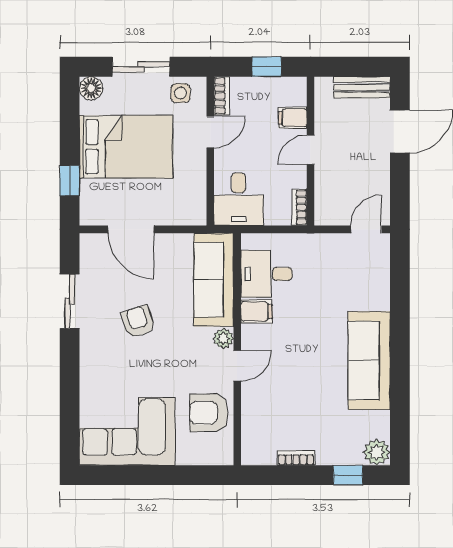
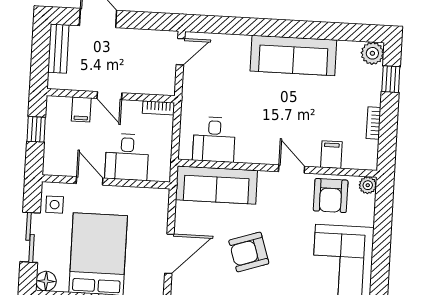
bookcase: (222, 96) -> (59, 169), removed
desk: (238, 199) -> (127, 157), moved, turned 90
door: (366, 229) -> (181, 52), swing flipped
filing cabinet: (256, 311) -> (331, 155), moved
armchair: (138, 322) -> (249, 252), width x1.38, depth x1.38
plant: (223, 338) -> (368, 185), moved

